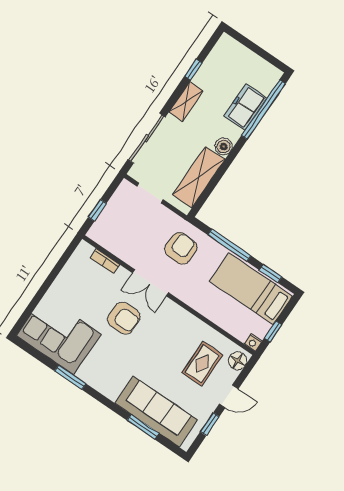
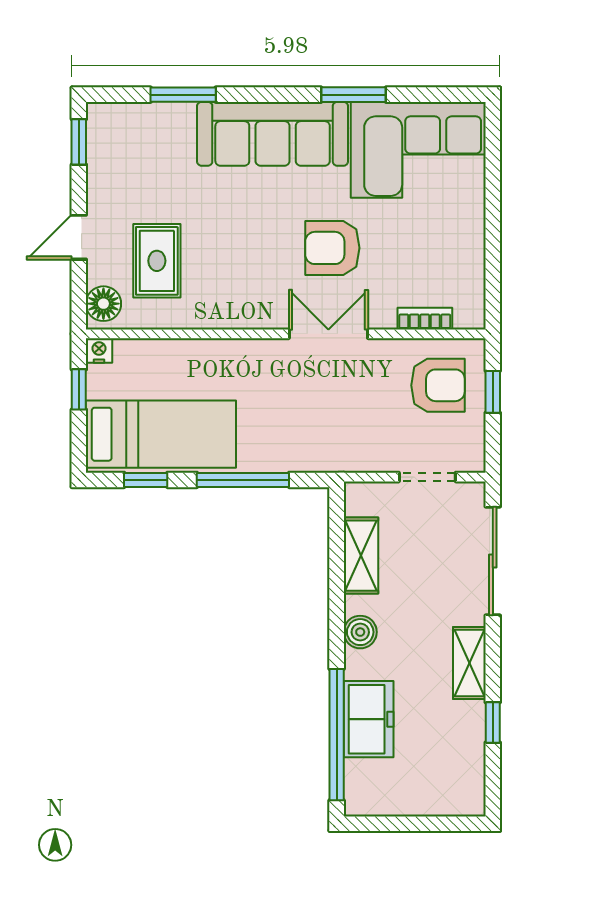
shelving: (199, 177) -> (361, 556), width x0.67, depth x0.75
armchair: (181, 248) -> (438, 385), moved, turned -93
sofa: (156, 411) -> (273, 134), moved
window: (210, 424) -> (79, 142), moved

